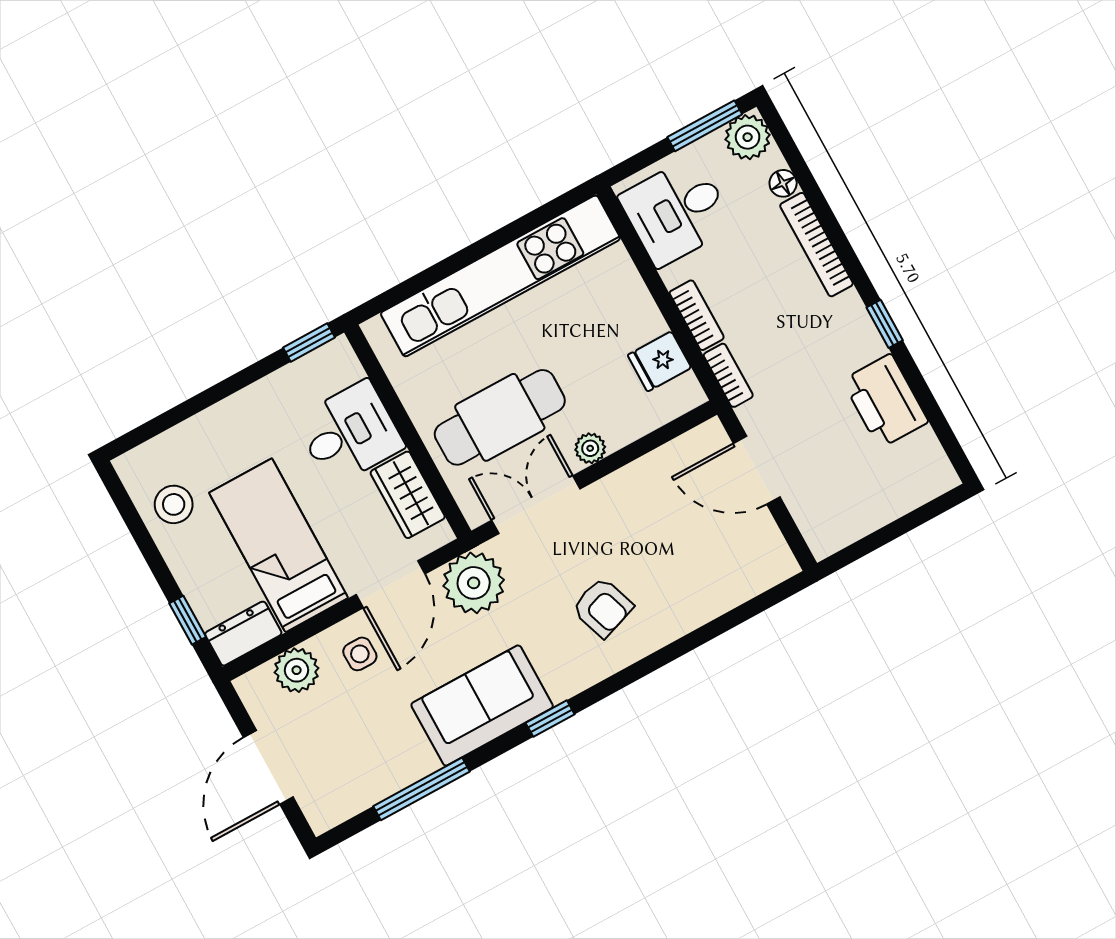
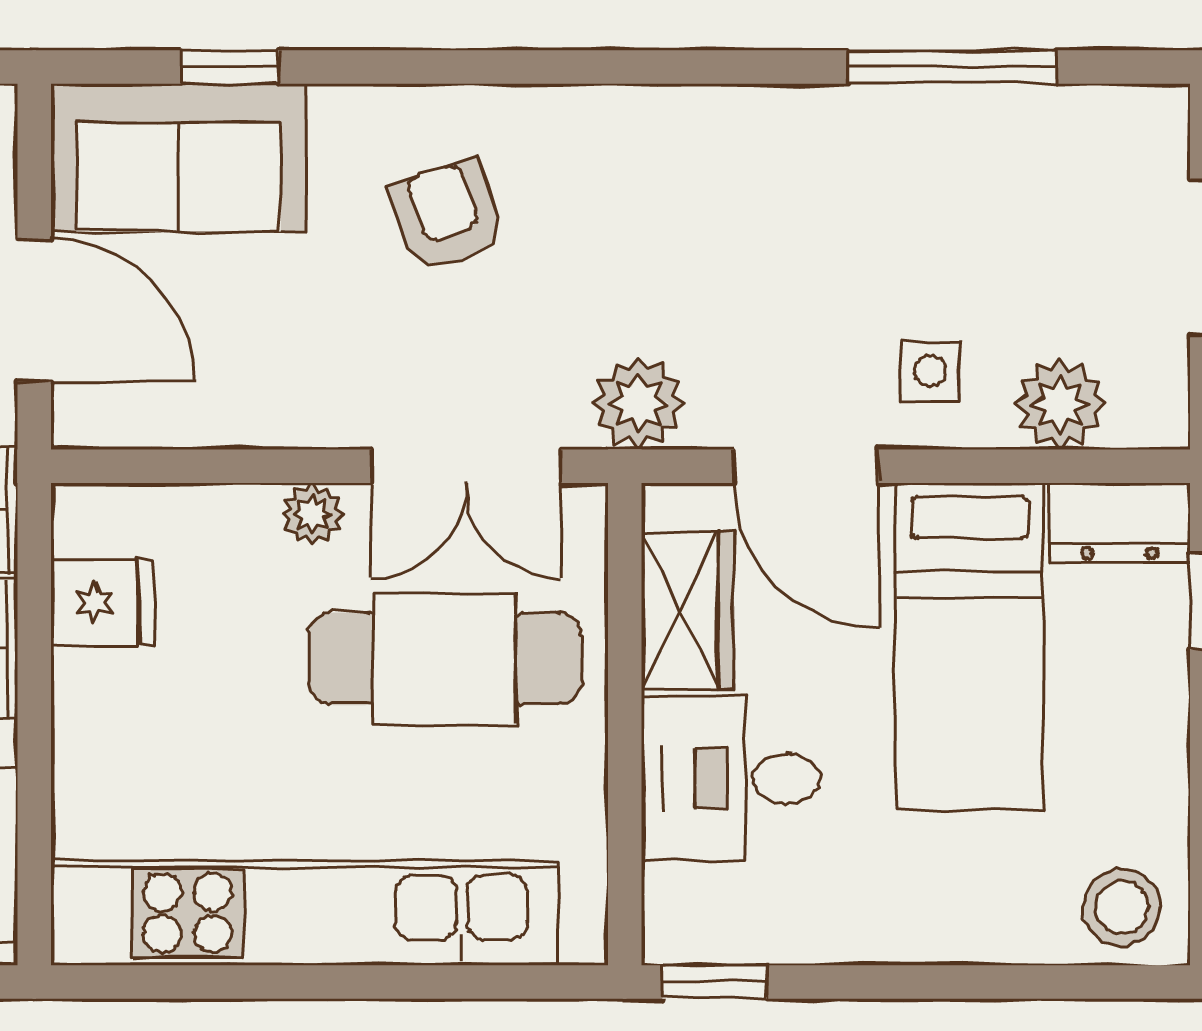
stool: (174, 504) -> (1121, 907), moved
plant: (474, 583) -> (638, 403), width x0.73, depth x0.73
door: (391, 584) -> (806, 466), swing flipped
sofa: (482, 706) -> (179, 158), moved
window: (550, 719) -> (230, 67), moved

